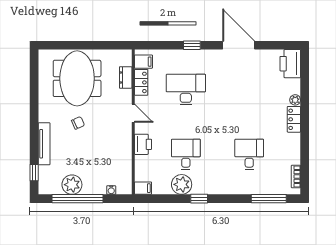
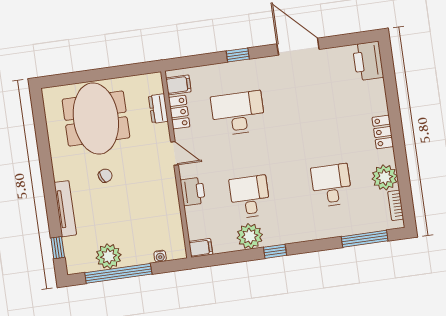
plant: (295, 100) -> (385, 177), moved, width x1.88, depth x1.88

